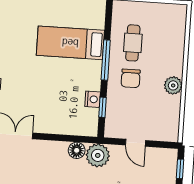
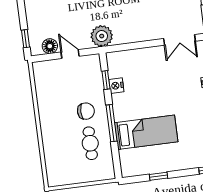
chair: (131, 78) -> (86, 111), turned 90
plant: (173, 85) -> (46, 112), removed
floor lamp: (77, 150) -> (50, 46), moved

